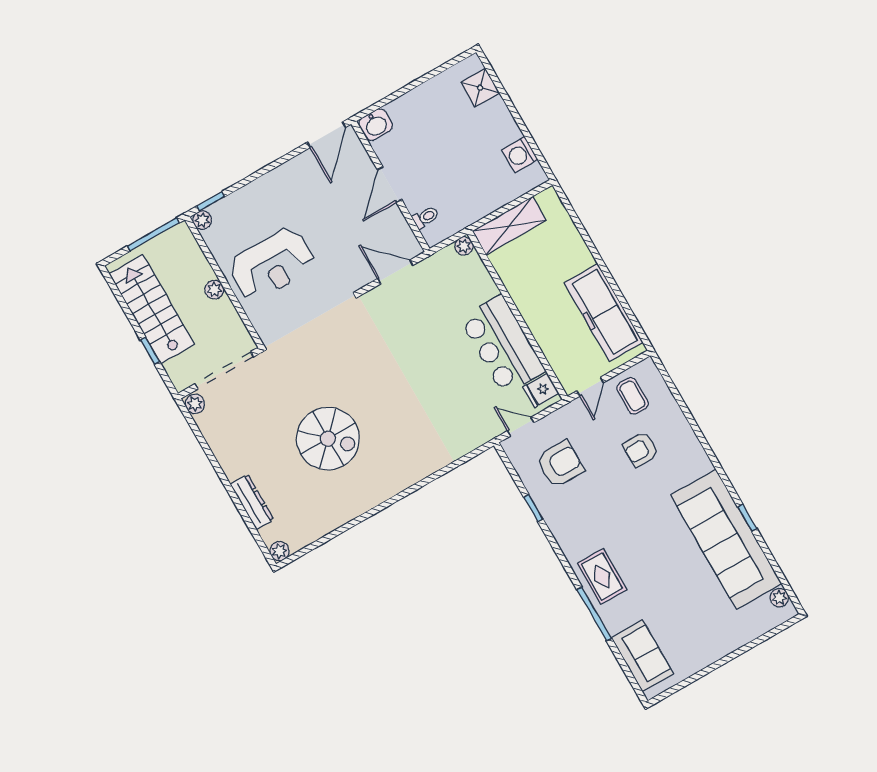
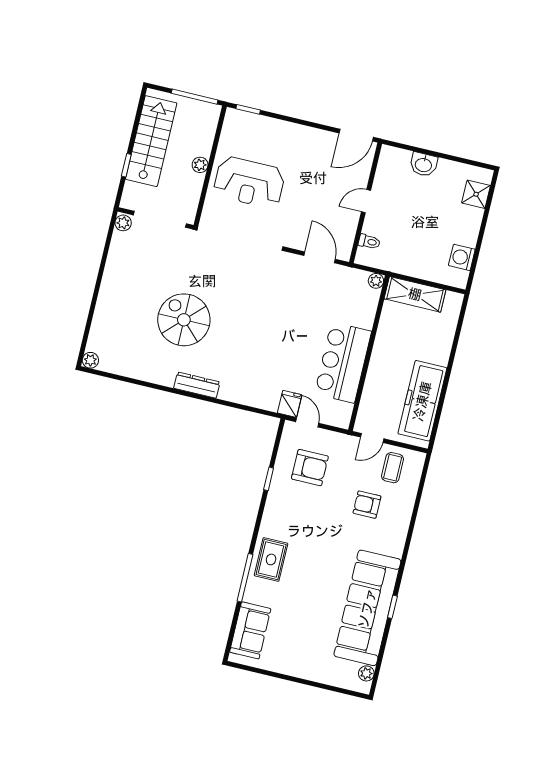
washbasin: (376, 125) -> (424, 164), moved
door: (389, 185) -> (366, 201), width x0.73
plant: (202, 220) -> (232, 116), removed
fridge: (541, 390) -> (290, 404), moved, turned 90
spiral stairs: (328, 439) -> (184, 320), turned 180
dresser: (252, 502) -> (197, 385), moved, turned -90

